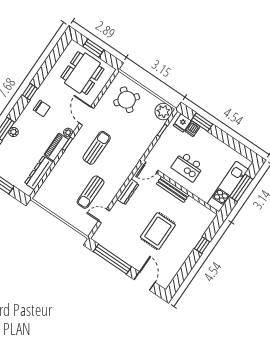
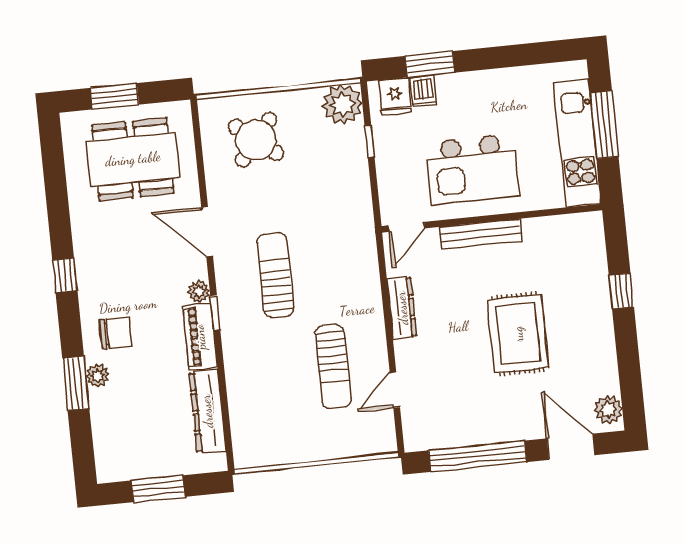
dining table: (82, 73) -> (133, 159), turned 90
chair: (42, 108) -> (116, 333), moved
kitchen island: (187, 167) -> (472, 169), width x1.37, depth x1.28
plant: (166, 279) -> (608, 410), added

